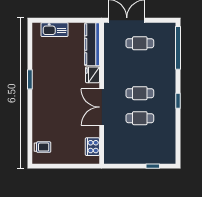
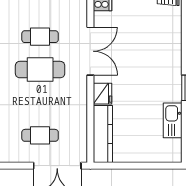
kitchen sink: (55, 30) -> (173, 120), moved, turned -90
cafe table: (140, 93) -> (40, 70), width x1.37, depth x1.35

